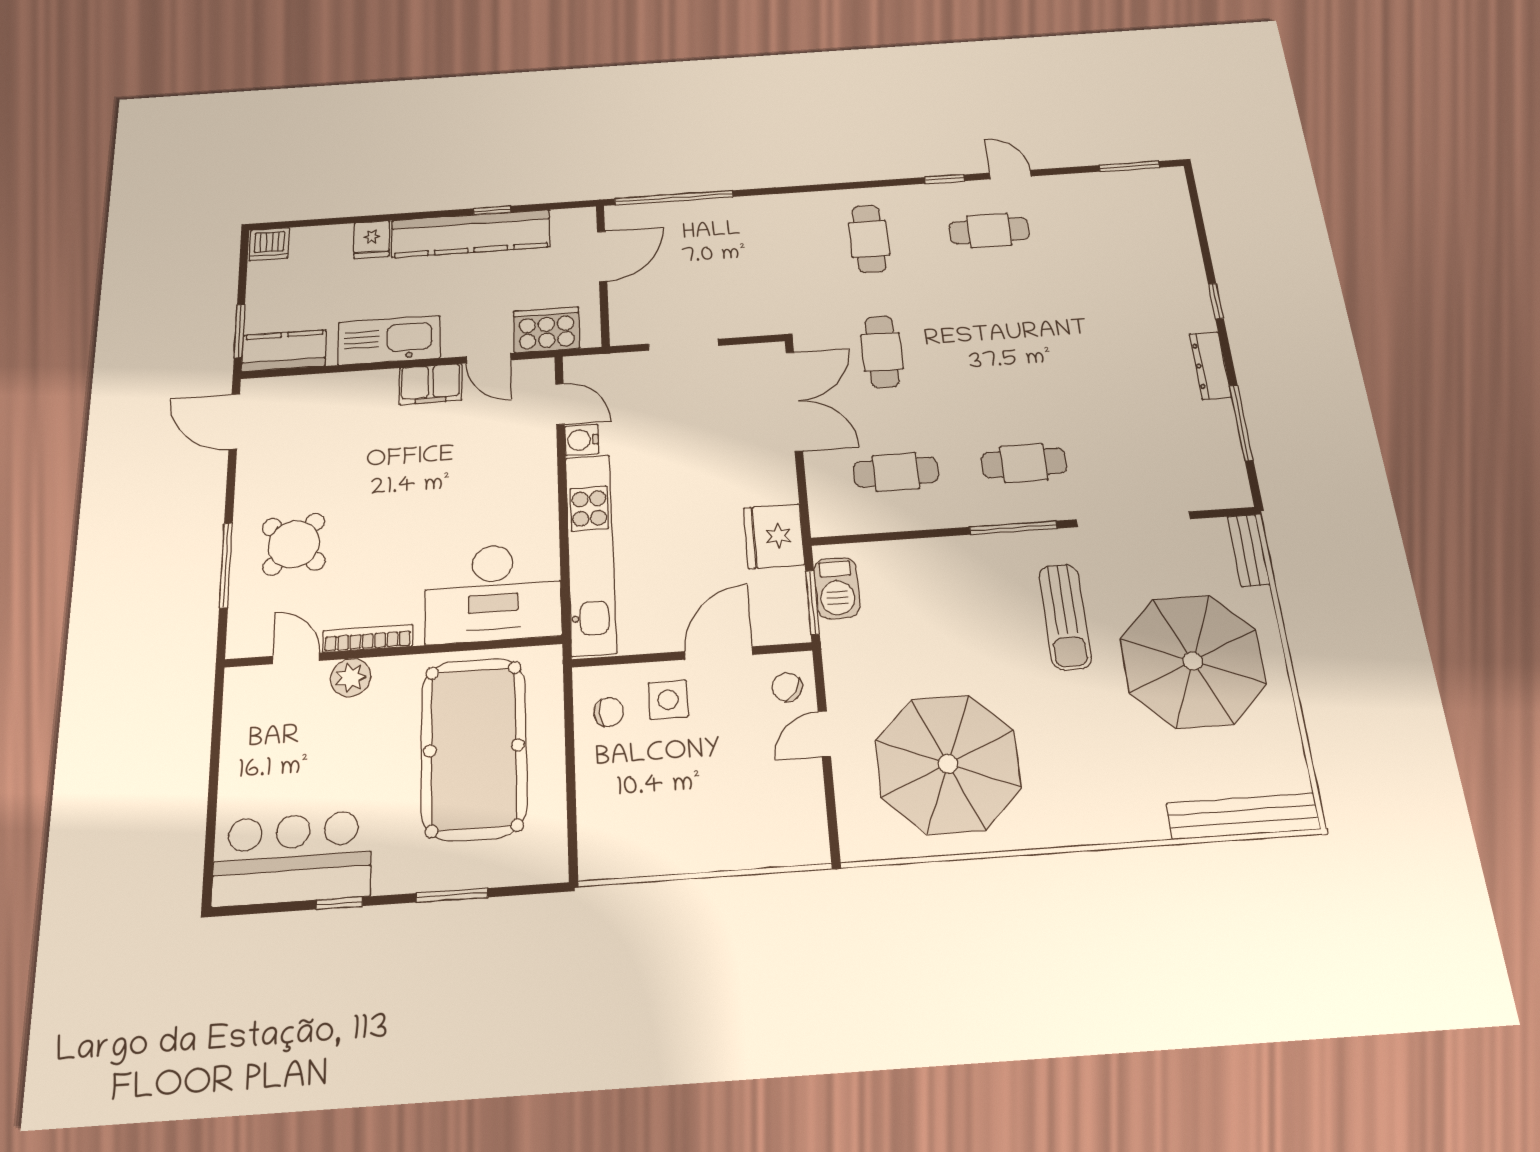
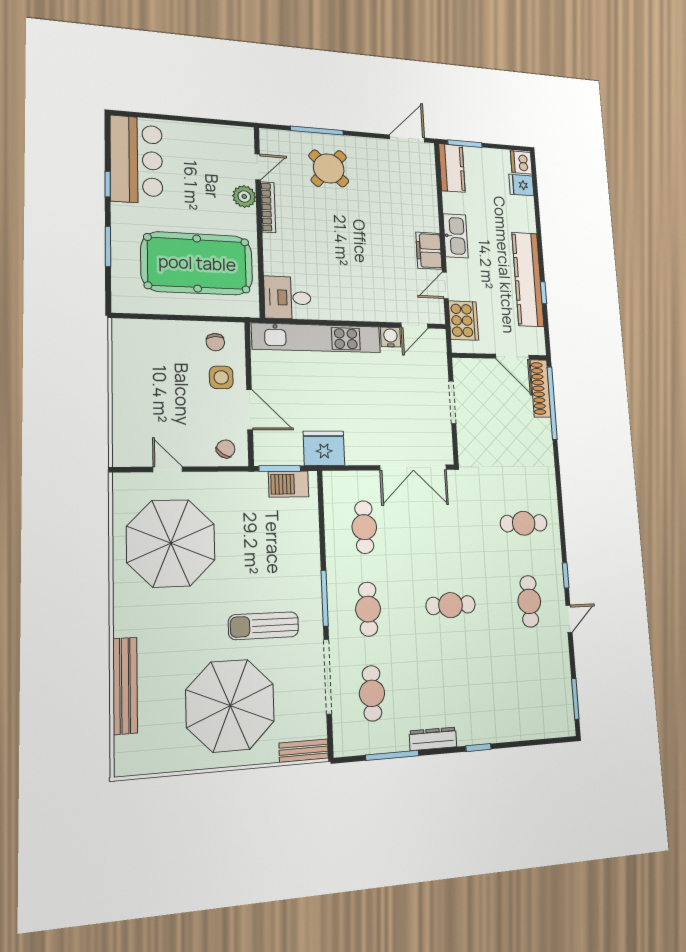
shoe rack: (651, 215) -> (541, 388), added
fridge: (372, 240) -> (521, 185), moved
kitchen sink: (389, 340) -> (456, 236), width x0.73, depth x0.81
cafe table: (882, 352) -> (451, 605), moved
cafe table: (1152, 454) -> (372, 693), added
desk: (493, 593) -> (288, 298), width x0.53, depth x0.77
door: (824, 734) -> (168, 469), moved
bench: (1243, 816) -> (125, 686), moved

